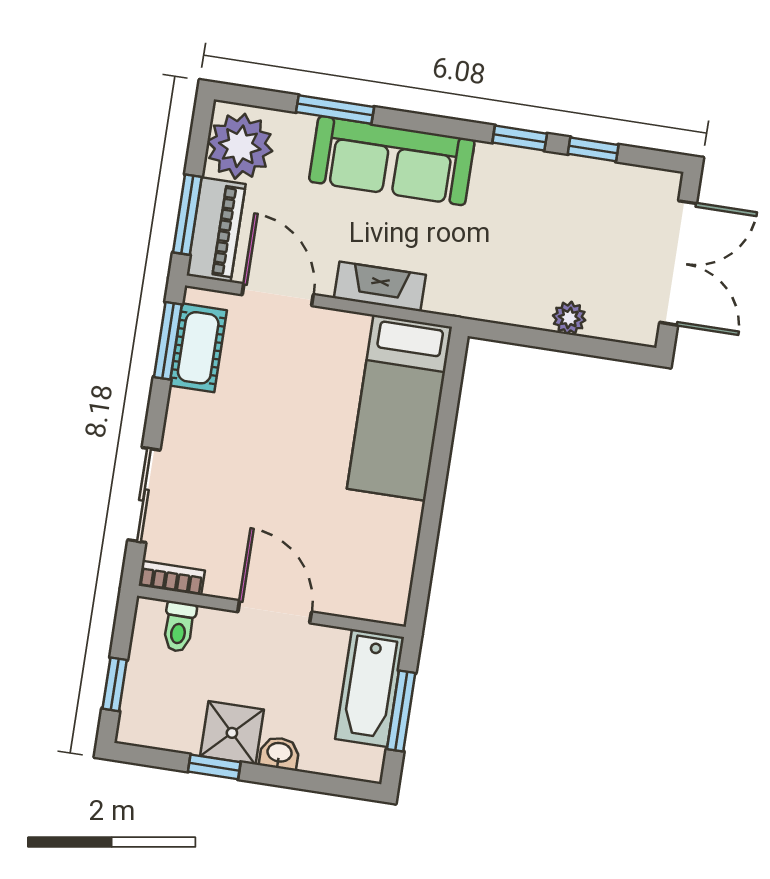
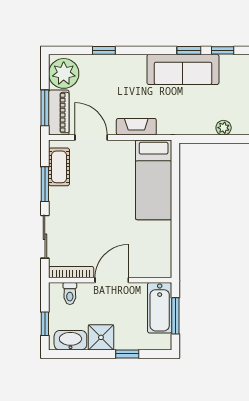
window: (335, 109) -> (104, 50), width x0.67
sofa: (392, 161) -> (183, 69), moved
window: (168, 341) -> (45, 184), moved
bookcase: (172, 578) -> (71, 272), width x1.56
door: (275, 612) -> (112, 280), hinge flipped
washbasin: (279, 753) -> (70, 340), moved, width x1.91, depth x1.45
window: (214, 767) -> (127, 354), moved

